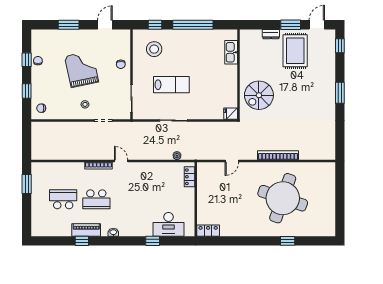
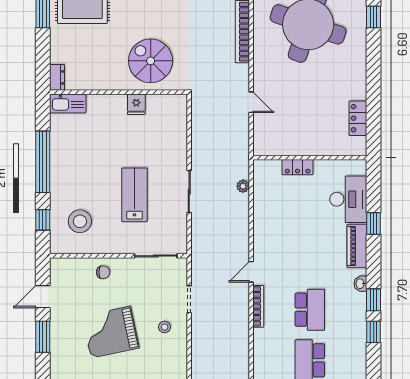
window: (69, 25) -> (43, 337), moved
door: (105, 25) -> (43, 297), hinge flipped
dresser: (271, 34) -> (57, 77), moved
kitchen sink: (231, 52) -> (68, 103), moved
spiral stairs: (259, 95) -> (151, 61), turned 180
fridge: (231, 114) -> (136, 104), moved
locker: (189, 177) -> (298, 167), moved
piano: (86, 230) -> (357, 246), moved
locker: (208, 231) -> (358, 118), moved
window: (103, 241) -> (374, 300), added

